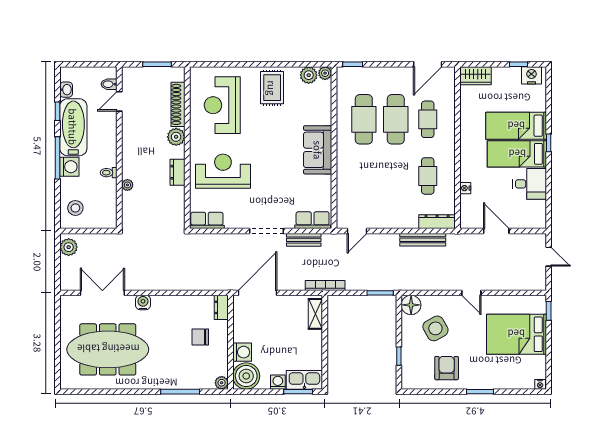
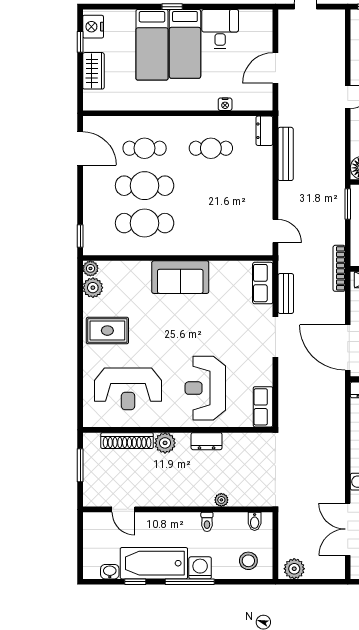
wardrobe: (476, 76) -> (93, 71), moved
bidet: (109, 84) -> (255, 521), moved
dresser: (437, 222) -> (264, 131), width x0.70

